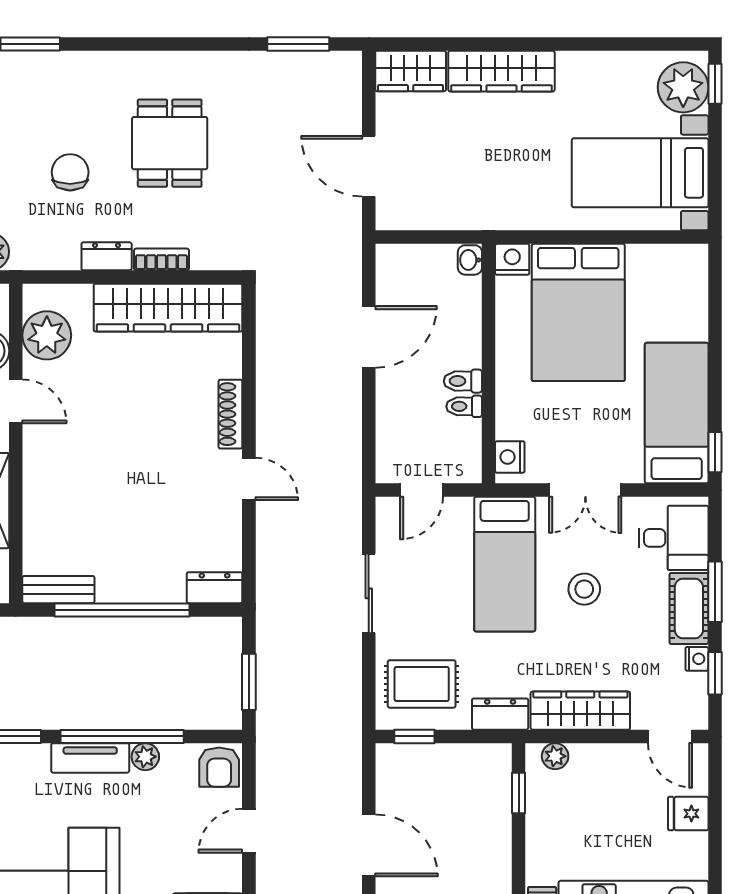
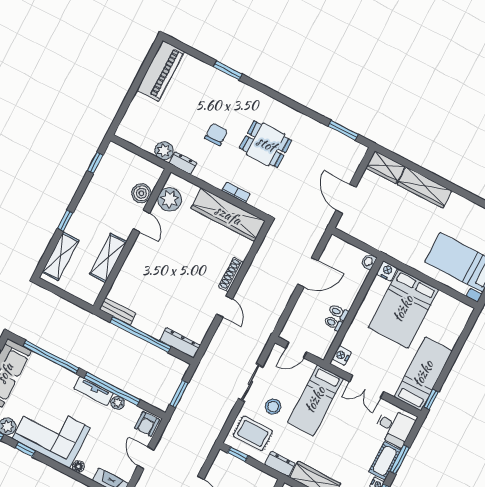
dining table: (170, 143) -> (266, 144), turned 90
dresser: (107, 256) -> (183, 163), moved
dresser: (215, 588) -> (180, 343), width x1.44
stool: (584, 589) -> (273, 407), moved
door: (249, 831) -> (146, 458), hinge flipped

